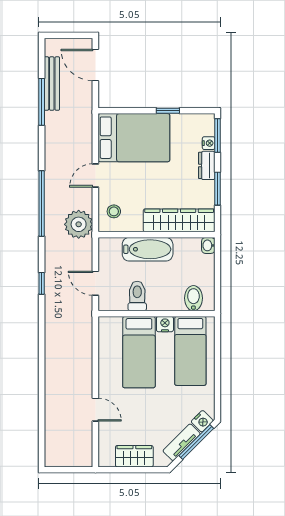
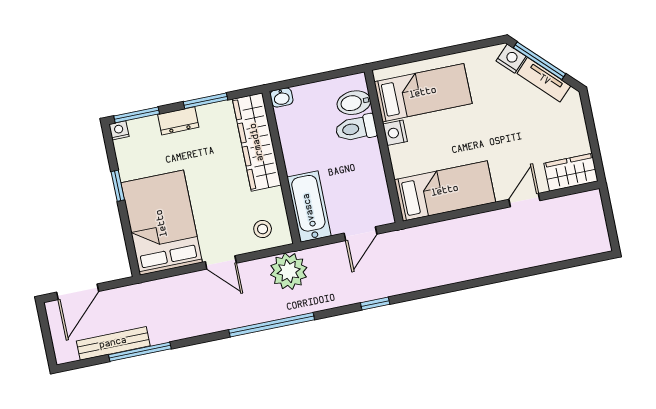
nightstand: (209, 143) -> (119, 130), moved
bathtub: (148, 249) -> (309, 207), moved
toilet: (137, 296) -> (356, 128), moved
bed: (139, 352) -> (445, 191), moved
wardrobe: (134, 456) -> (571, 172), moved, turned 90

